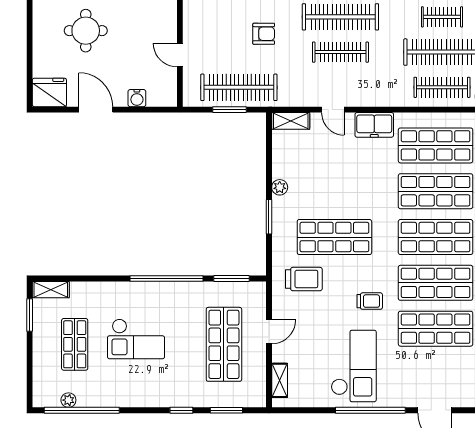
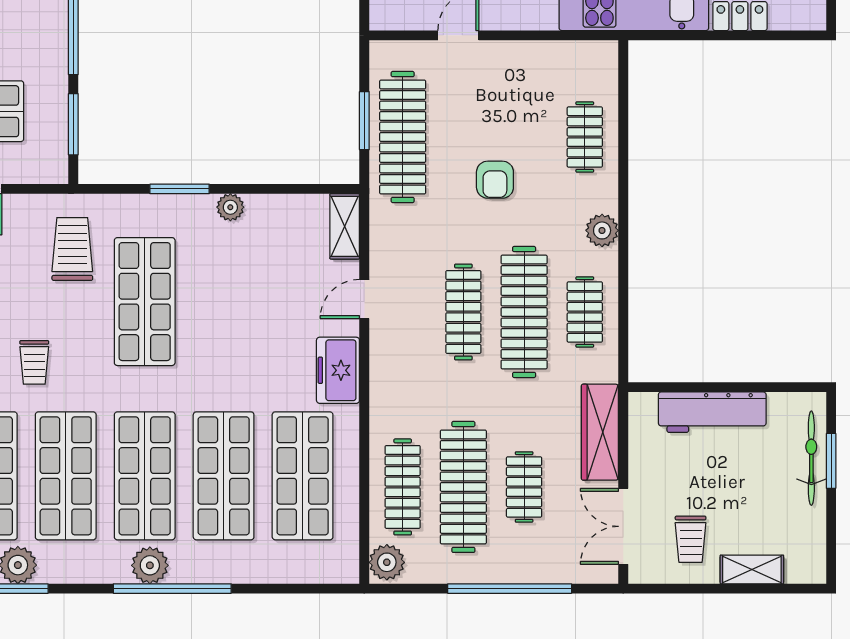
trolley: (304, 279) -> (72, 249), turned 180

